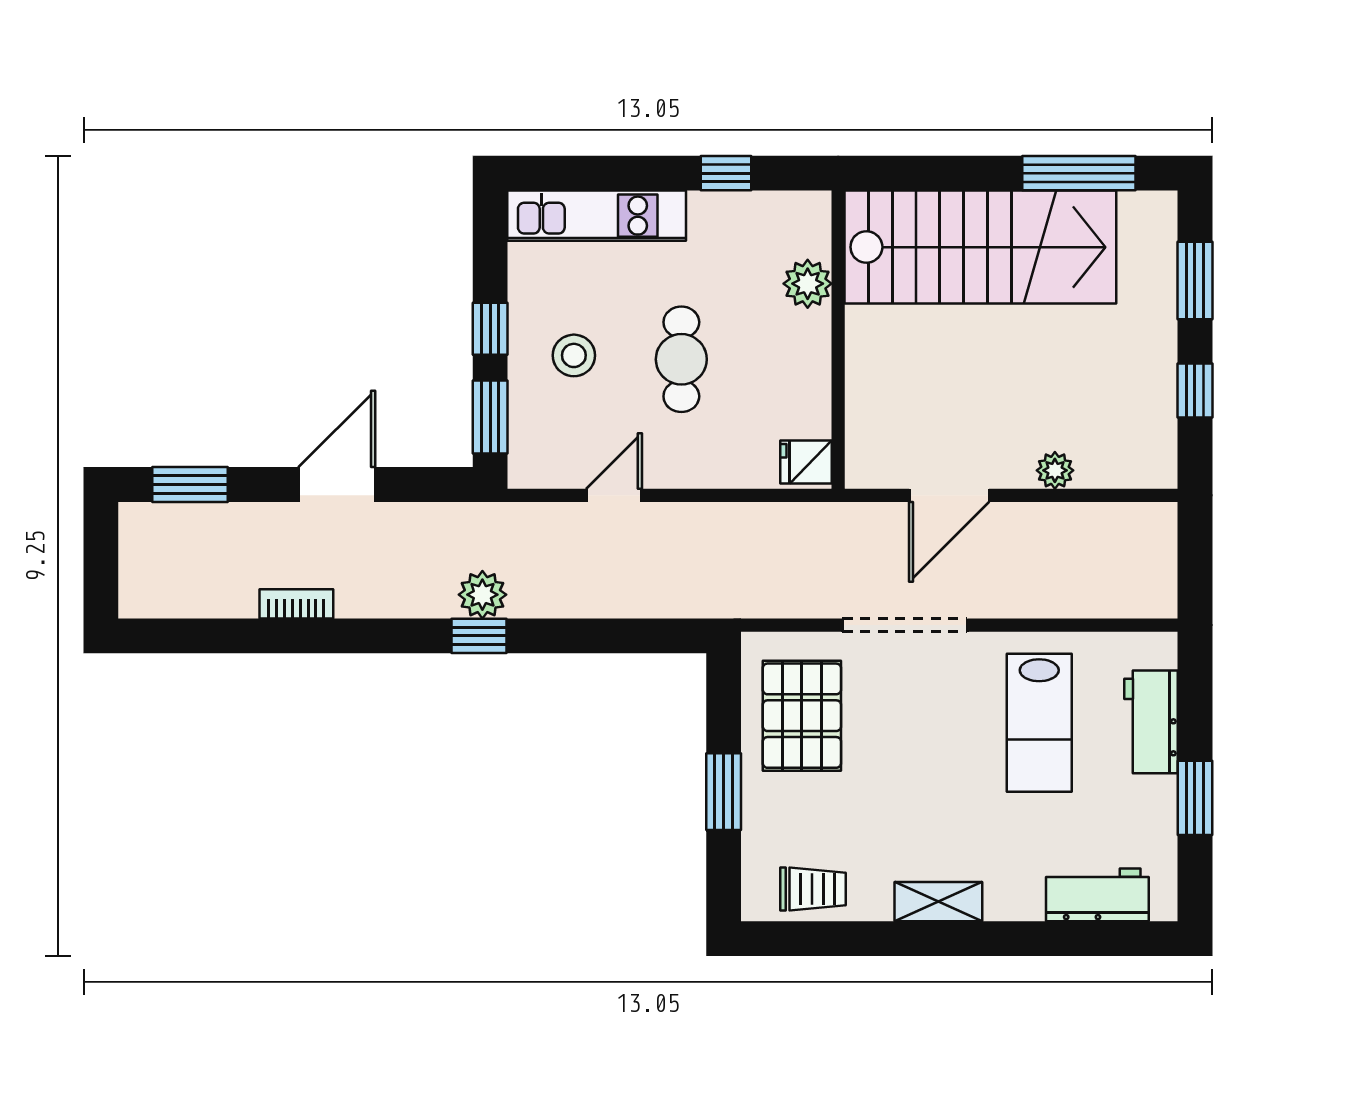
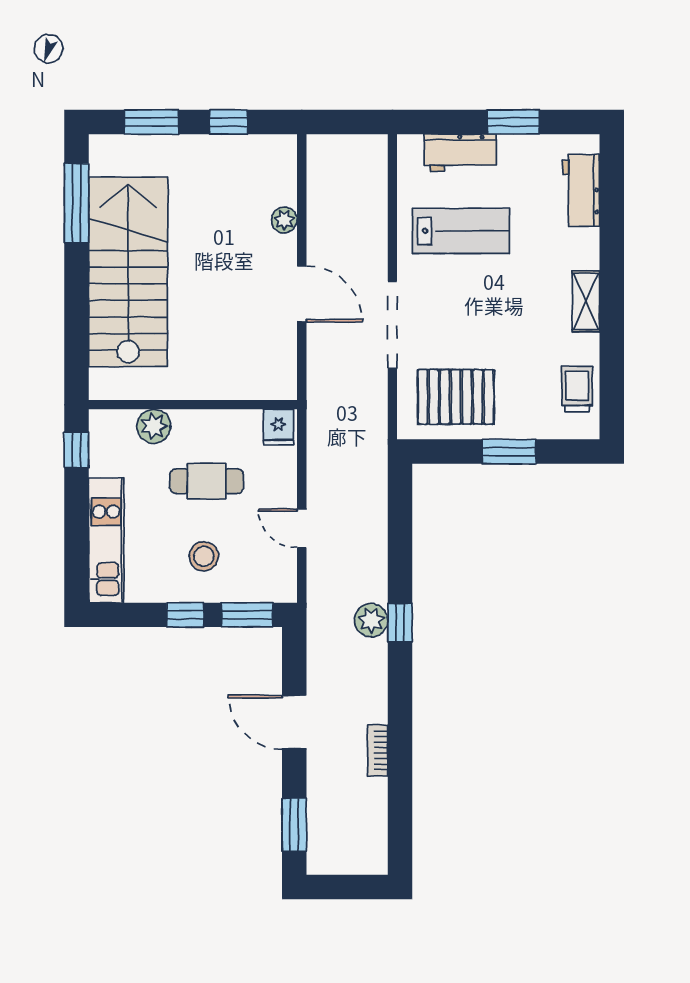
plant: (808, 284) -> (154, 426), moved
wall: (838, 340) -> (193, 405), moved
fridge: (806, 462) -> (278, 427), moved

